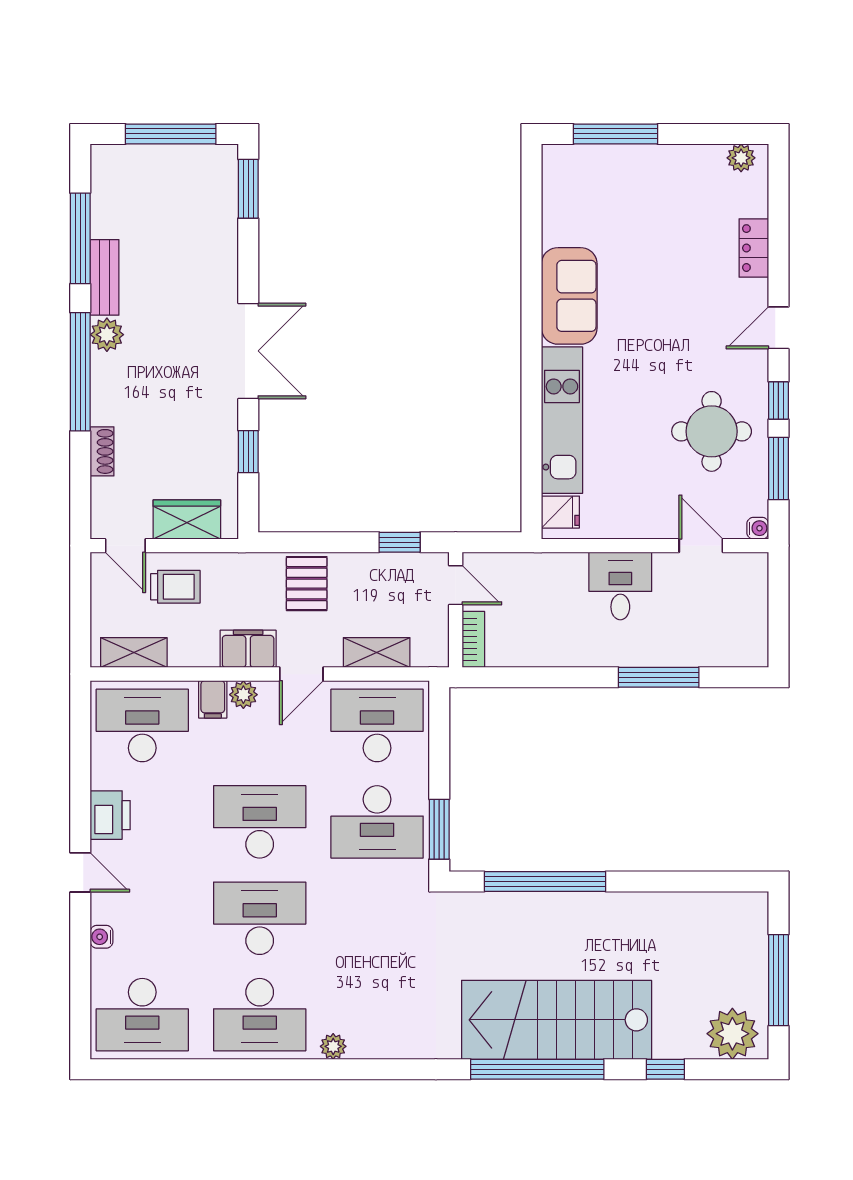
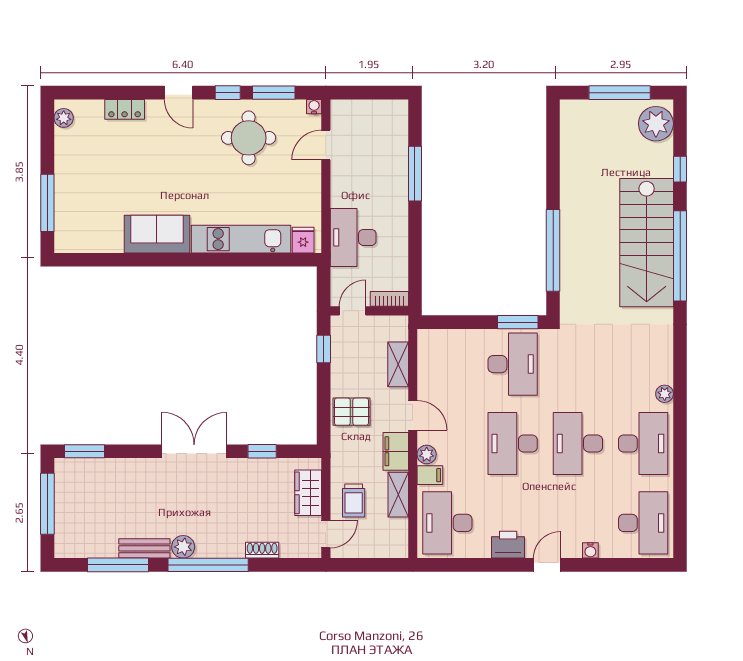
desk: (620, 586) -> (353, 237), moved, width x1.37
trolley: (175, 587) -> (354, 501), turned 180
shelving: (134, 653) -> (398, 495), moved
desk: (377, 725) -> (447, 364), removed

